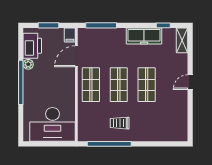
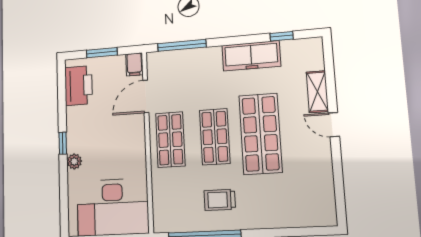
shelving: (182, 40) -> (317, 92), moved
plant: (28, 64) -> (74, 161), moved
window: (21, 82) -> (63, 143), width x0.32
door: (190, 82) -> (334, 125), hinge flipped
shop shelf: (147, 85) -> (260, 134), width x1.43, depth x1.36

